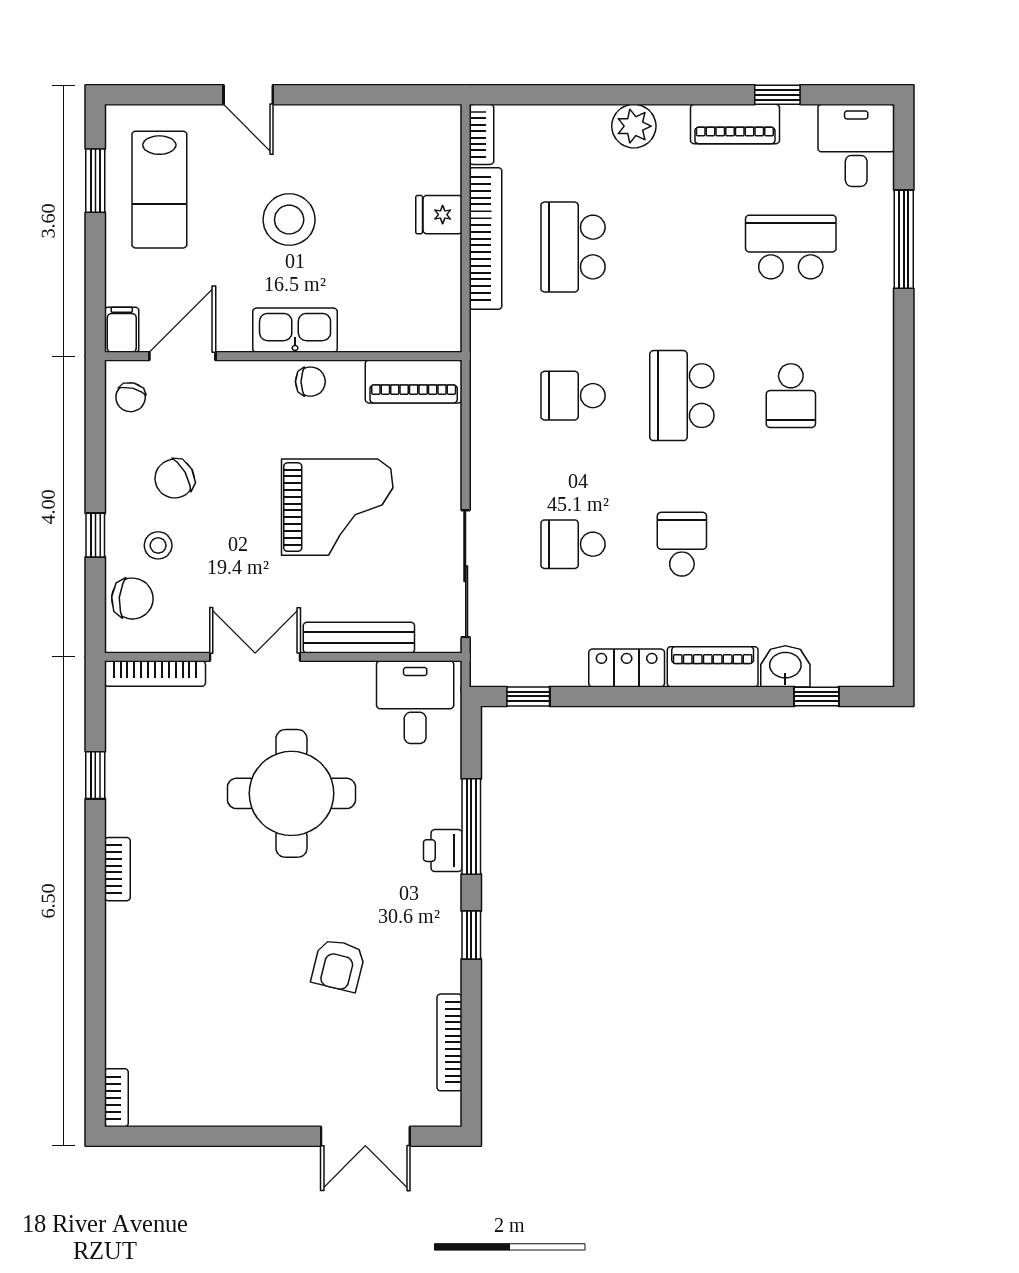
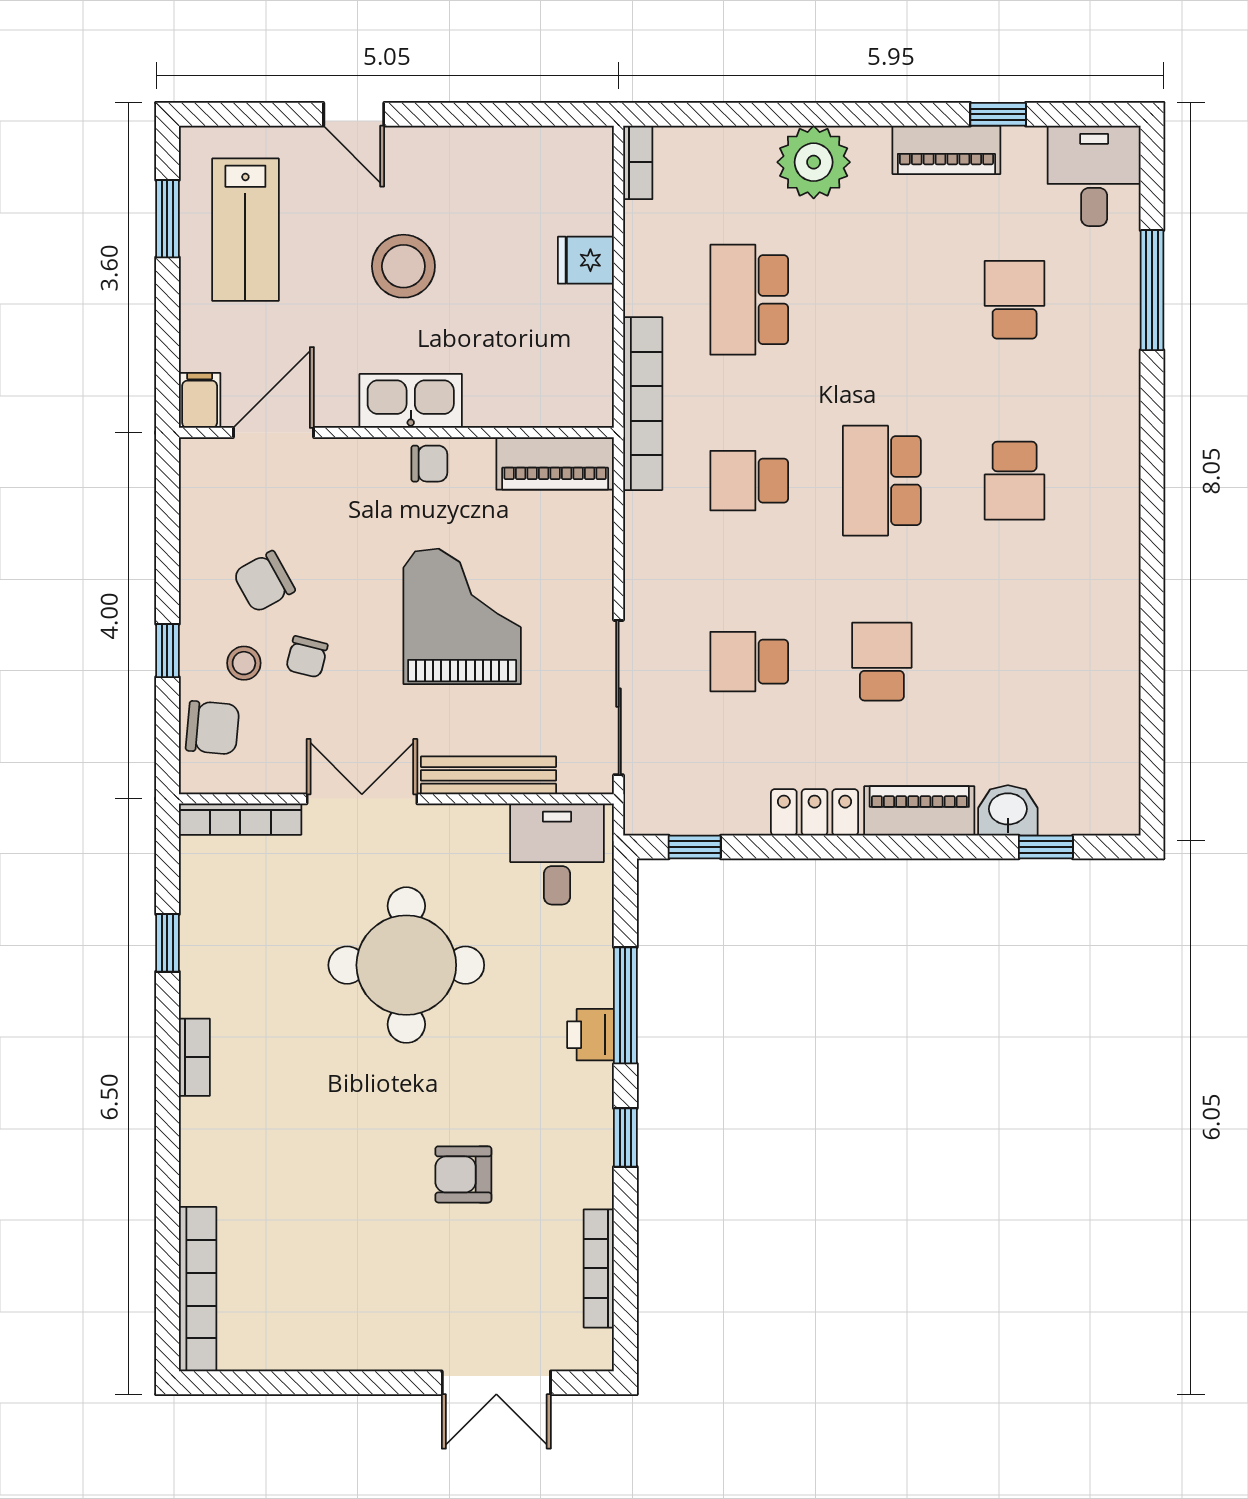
plant: (634, 126) -> (814, 162), width x1.36, depth x1.36
bookcase: (486, 239) -> (643, 404), moved
school desk: (791, 247) -> (1015, 300), width x0.54
chair: (131, 397) -> (307, 657), moved
grand piano: (337, 507) -> (462, 616), turned -90
armchair: (338, 965) -> (463, 1174), turned 76
bookcase: (116, 1098) -> (198, 1289), width x2.31, depth x1.31

